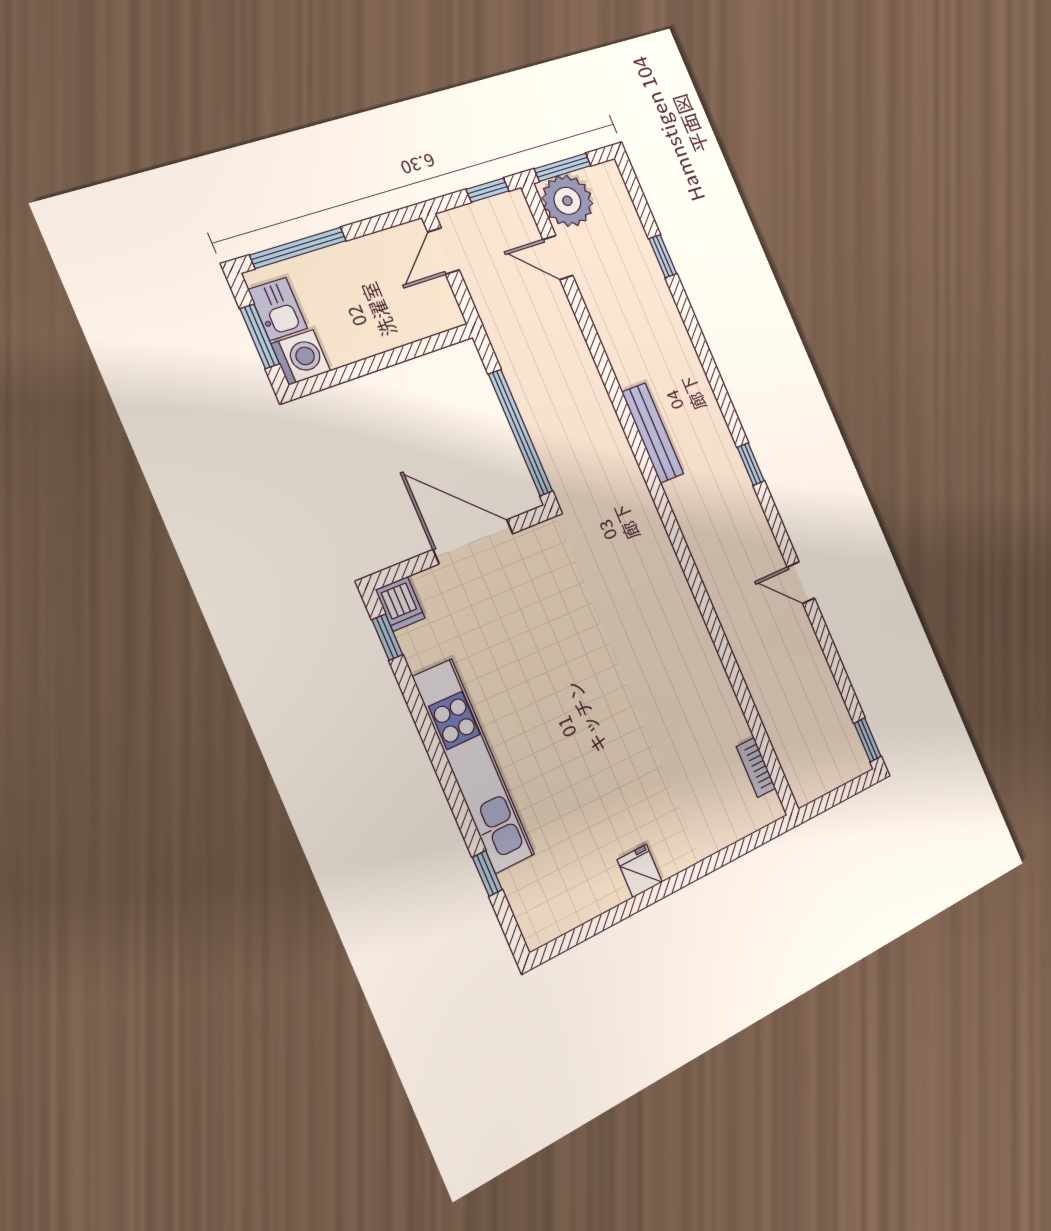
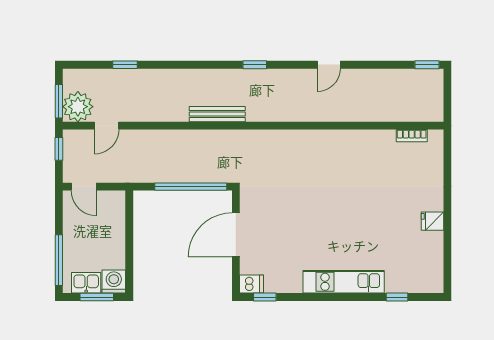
kitchen unit: (473, 766) -> (344, 282), width x0.73

